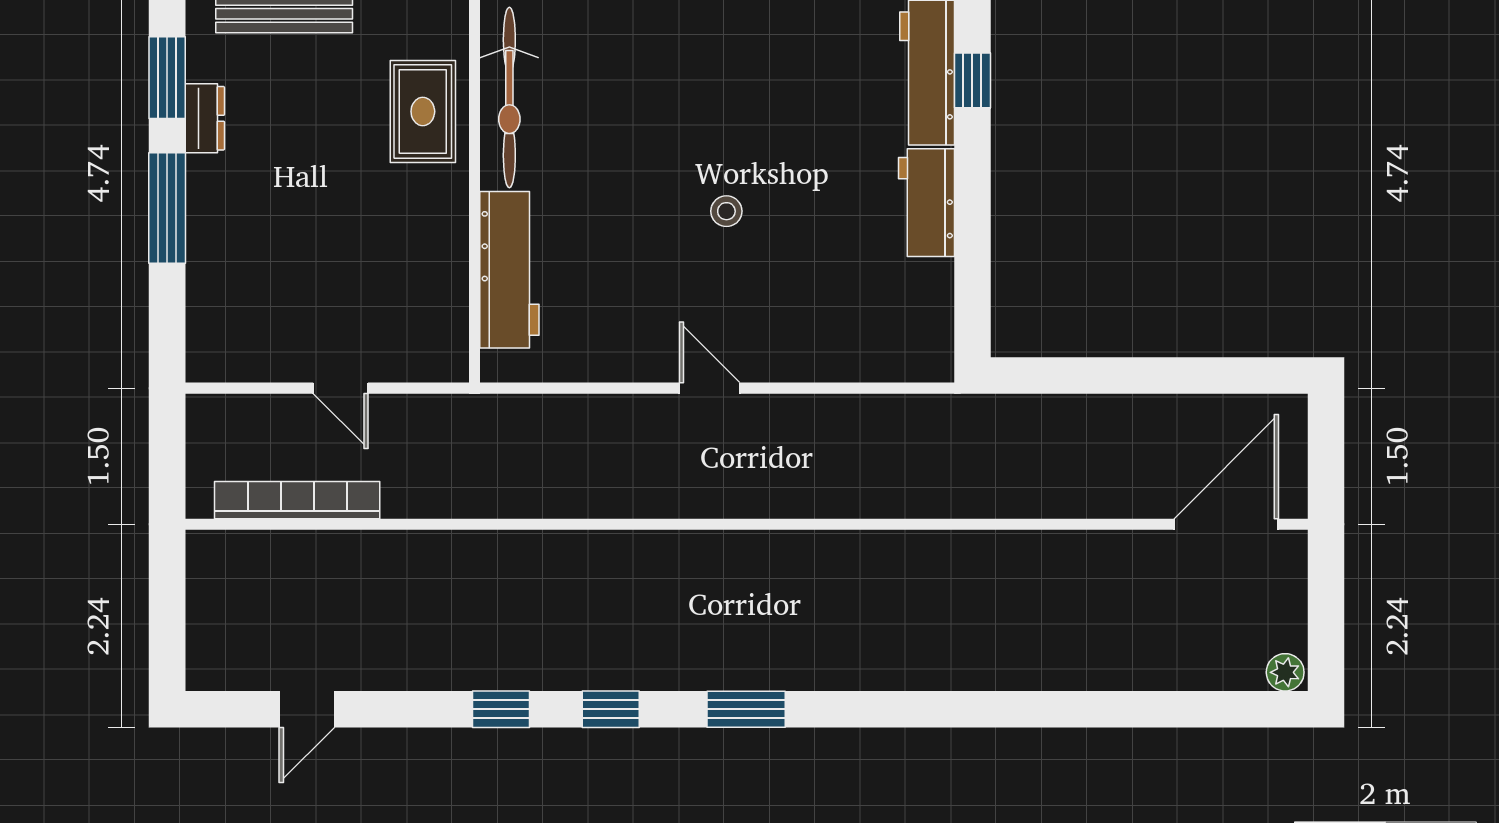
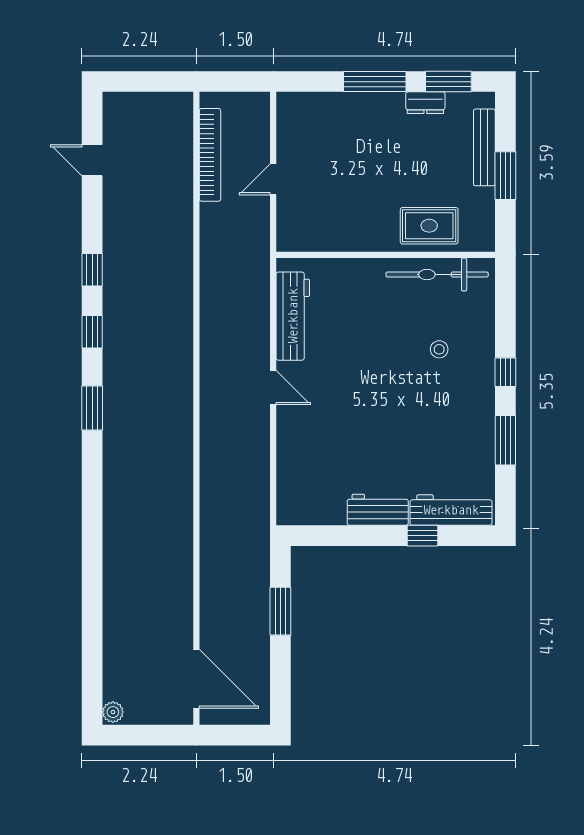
window: (972, 80) -> (422, 536), moved
stool: (726, 211) -> (439, 349), moved
workbench: (509, 270) -> (293, 316), moved, turned -90
window: (1106, 375) -> (280, 611), added
door: (710, 388) -> (273, 387), hinge flipped

